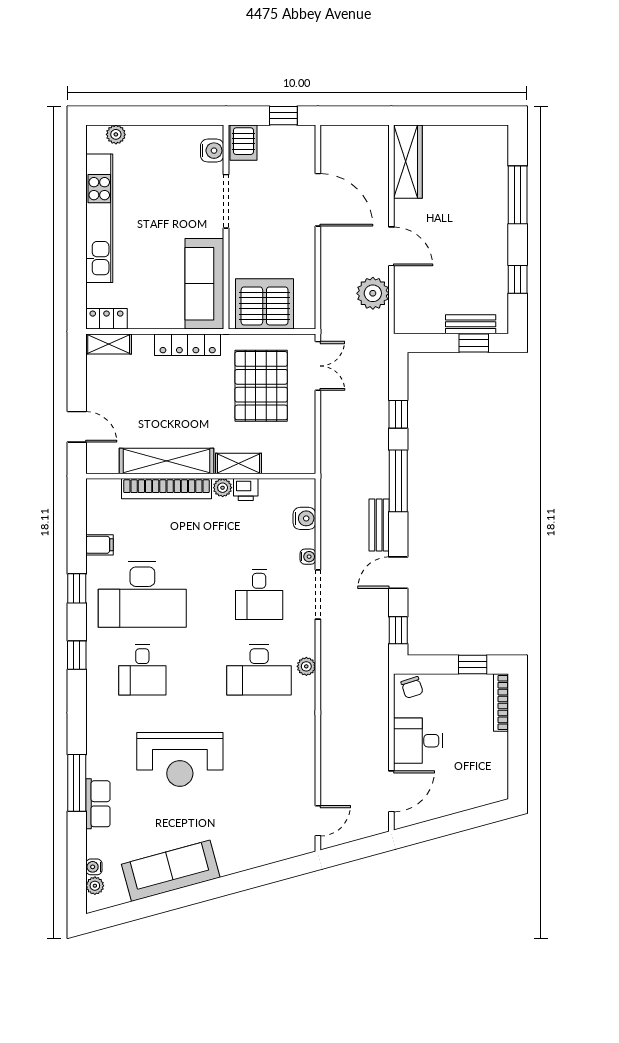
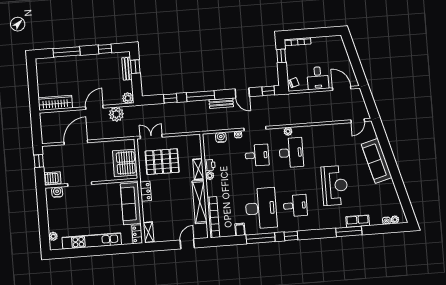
sofa: (204, 284) -> (131, 204), moved, turned 90
plant: (406, 321) -> (128, 98), added
locker: (188, 345) -> (146, 191), width x0.66
bookcase: (167, 489) -> (213, 217), moved
window: (77, 588) -> (261, 238), width x2.17
door: (318, 821) -> (358, 121), swing flipped
sofa: (171, 871) -> (377, 161), moved

